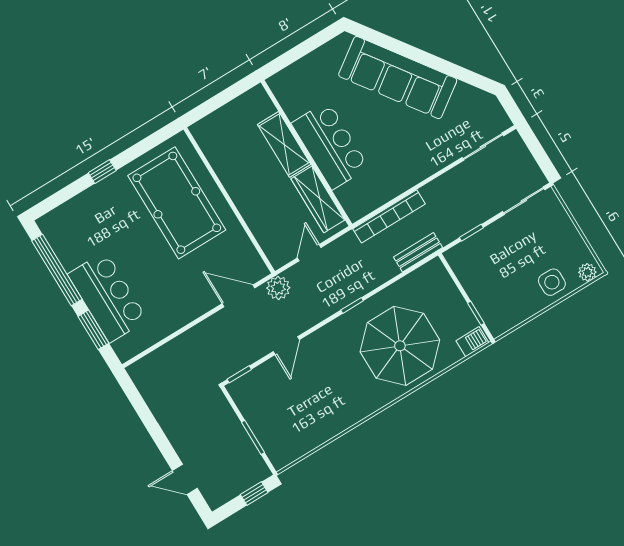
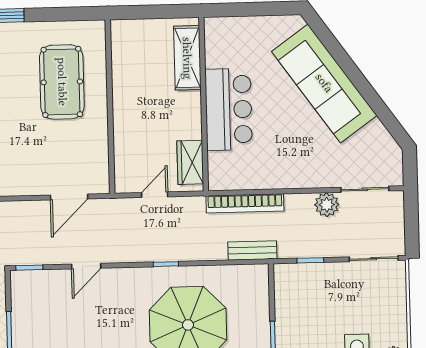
shelving: (284, 144) -> (187, 58), moved
wardrobe: (318, 199) -> (190, 162), width x0.67
pool table: (177, 203) -> (62, 82), width x0.73, depth x0.76
plant: (278, 288) -> (327, 205), moved
door: (238, 296) -> (69, 197), swing flipped

